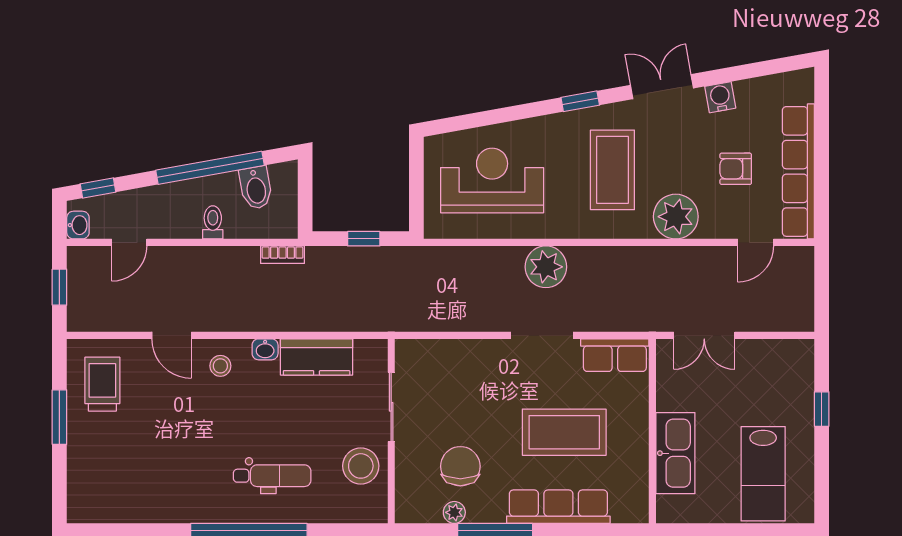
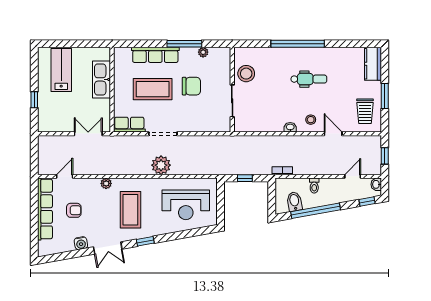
plant: (676, 217) -> (106, 183), width x0.53, depth x0.53
kitchen counter: (317, 357) -> (373, 64), moved, turned -90
chair: (460, 466) -> (191, 86), moved, turned -90
dental chair: (272, 476) -> (309, 79), moved, turned 180

